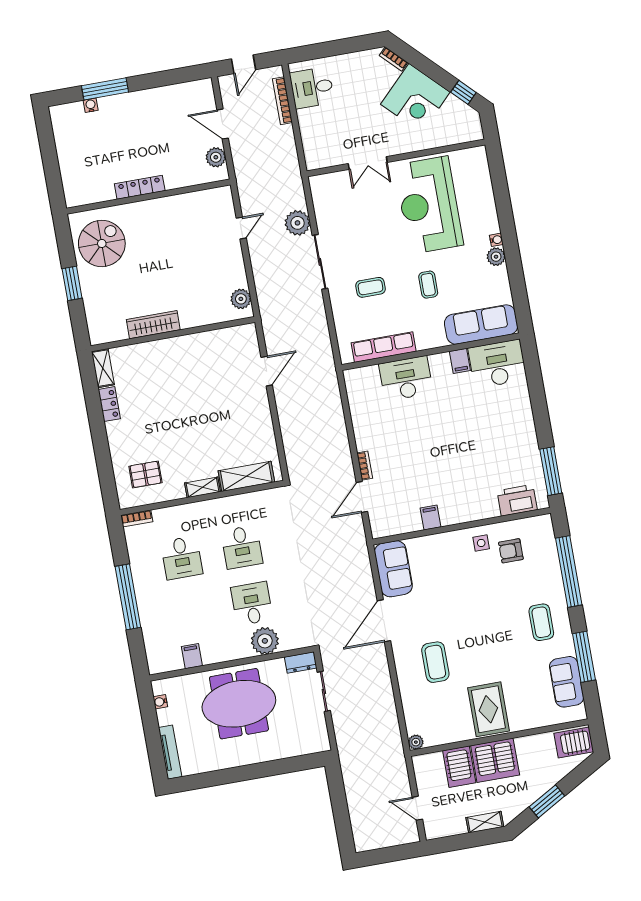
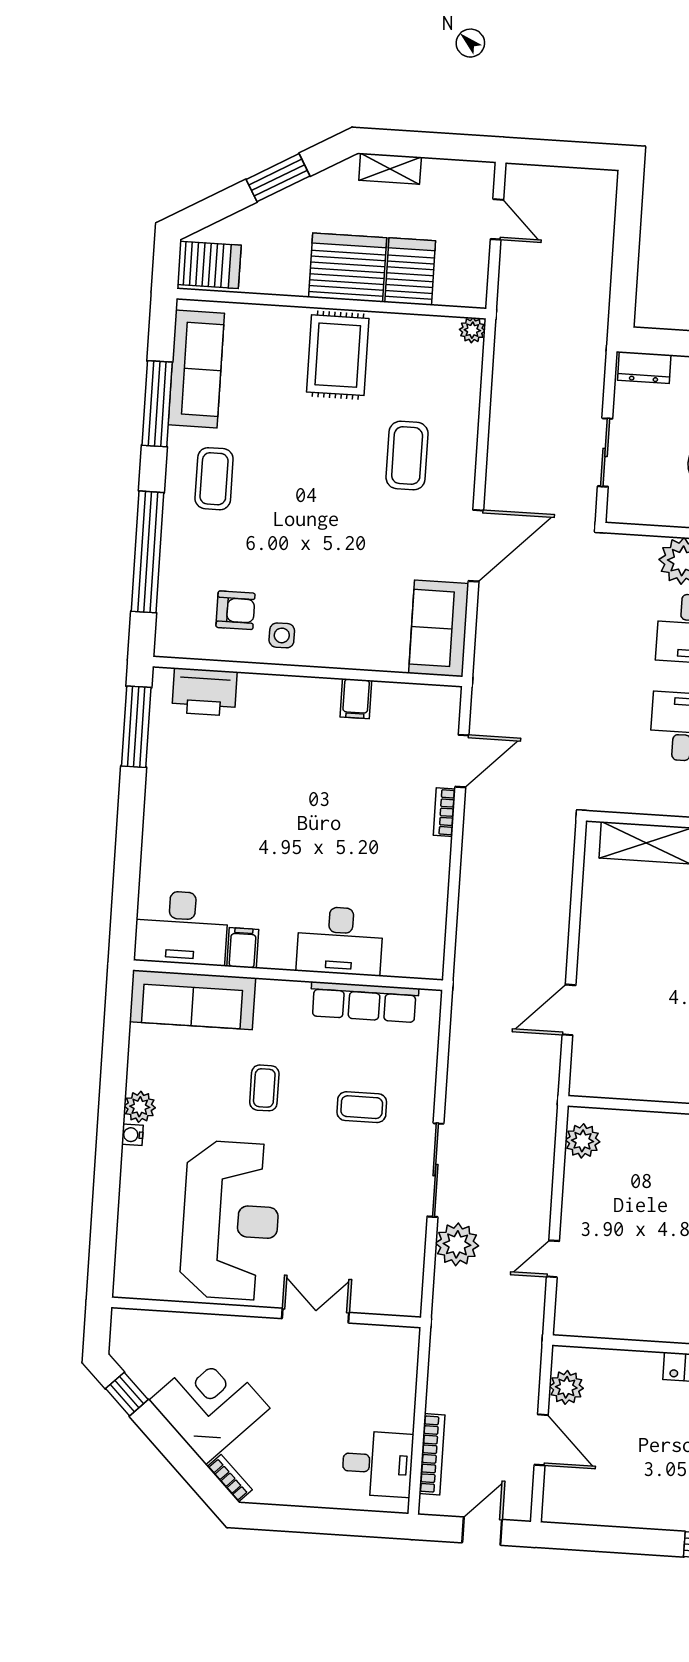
dresser: (301, 662) -> (644, 368), moved, turned 180
sofa: (567, 682) -> (196, 369), width x1.36

